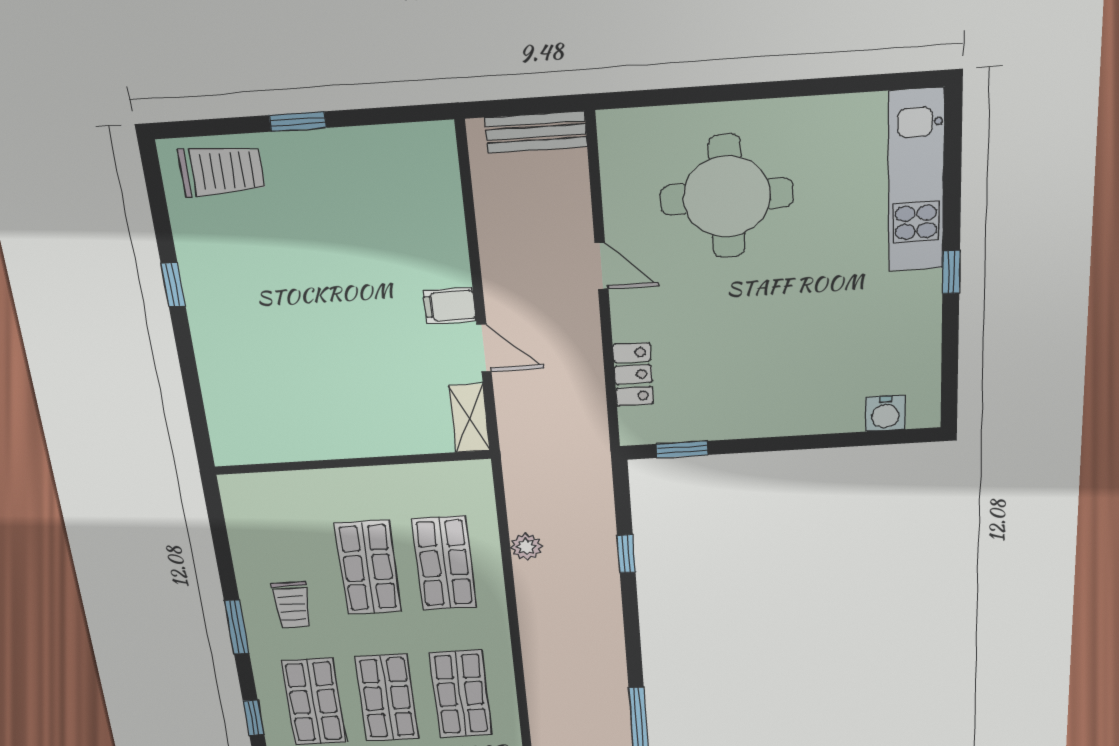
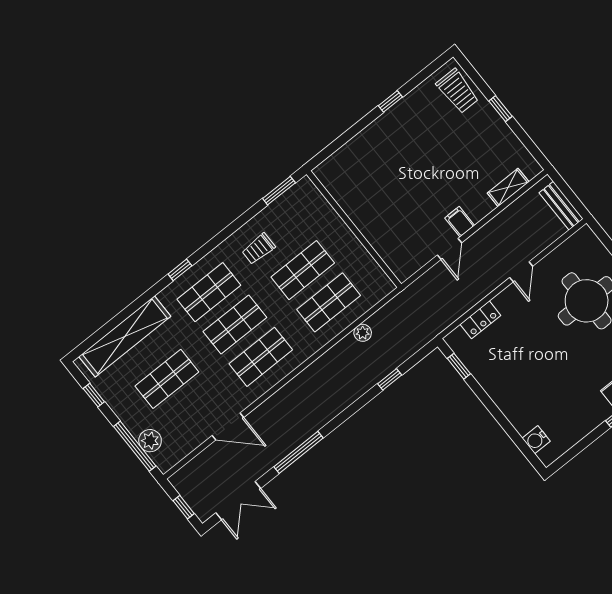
shelving: (470, 418) -> (508, 187), moved
window: (237, 627) -> (279, 191), moved

